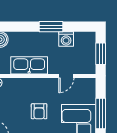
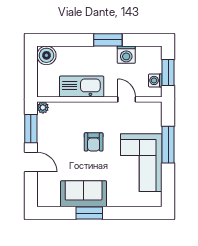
washing machine: (90, 60) -> (155, 80), added
door: (66, 76) -> (127, 99), swing flipped

